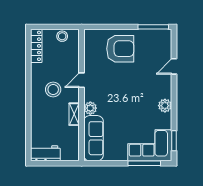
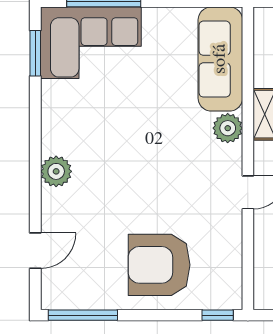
window: (95, 27) -> (218, 315), added
door: (174, 66) -> (35, 251), moved
plant: (165, 106) -> (56, 171), moved

